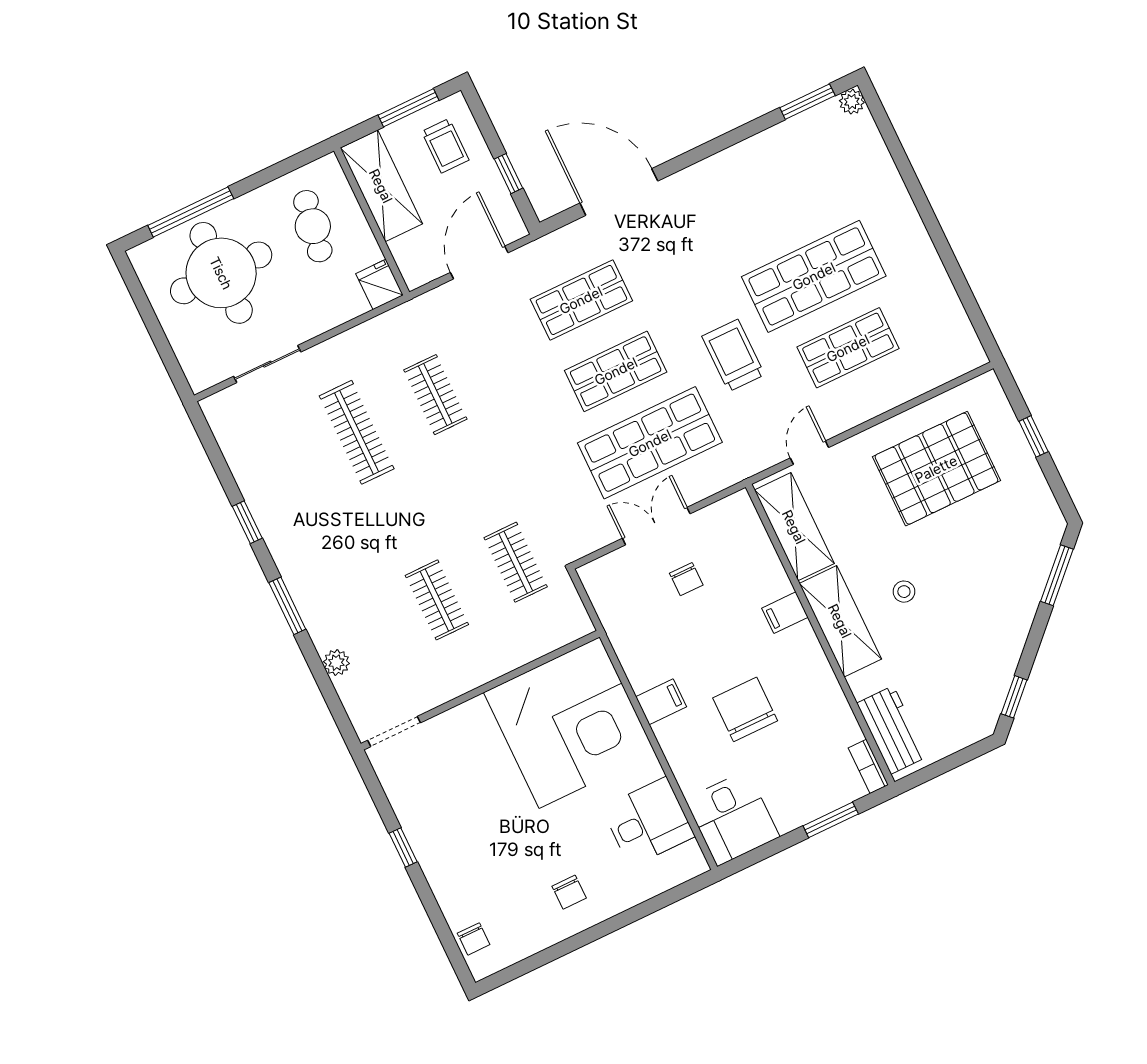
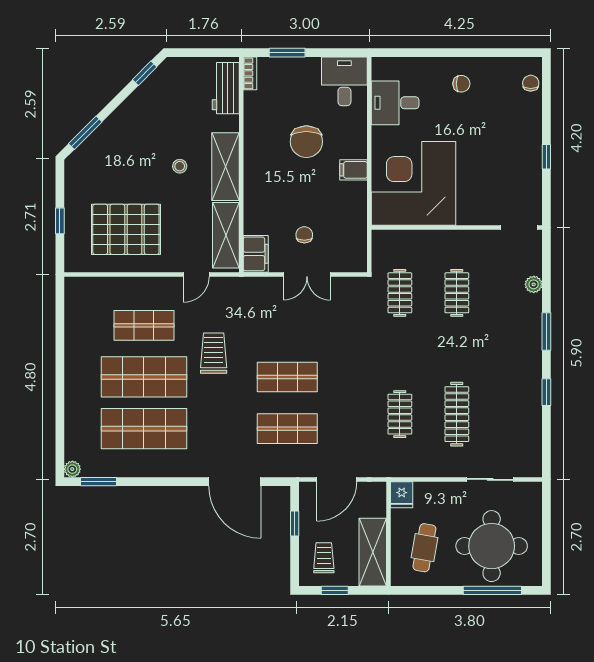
window: (409, 108) -> (335, 590), width x0.67
trolley: (733, 355) -> (214, 353), turned 180
shop shelf: (650, 443) -> (144, 429), moved
filing cabinet: (785, 613) -> (256, 254), moved, width x2.00
chair: (569, 892) -> (461, 84), turned 90

